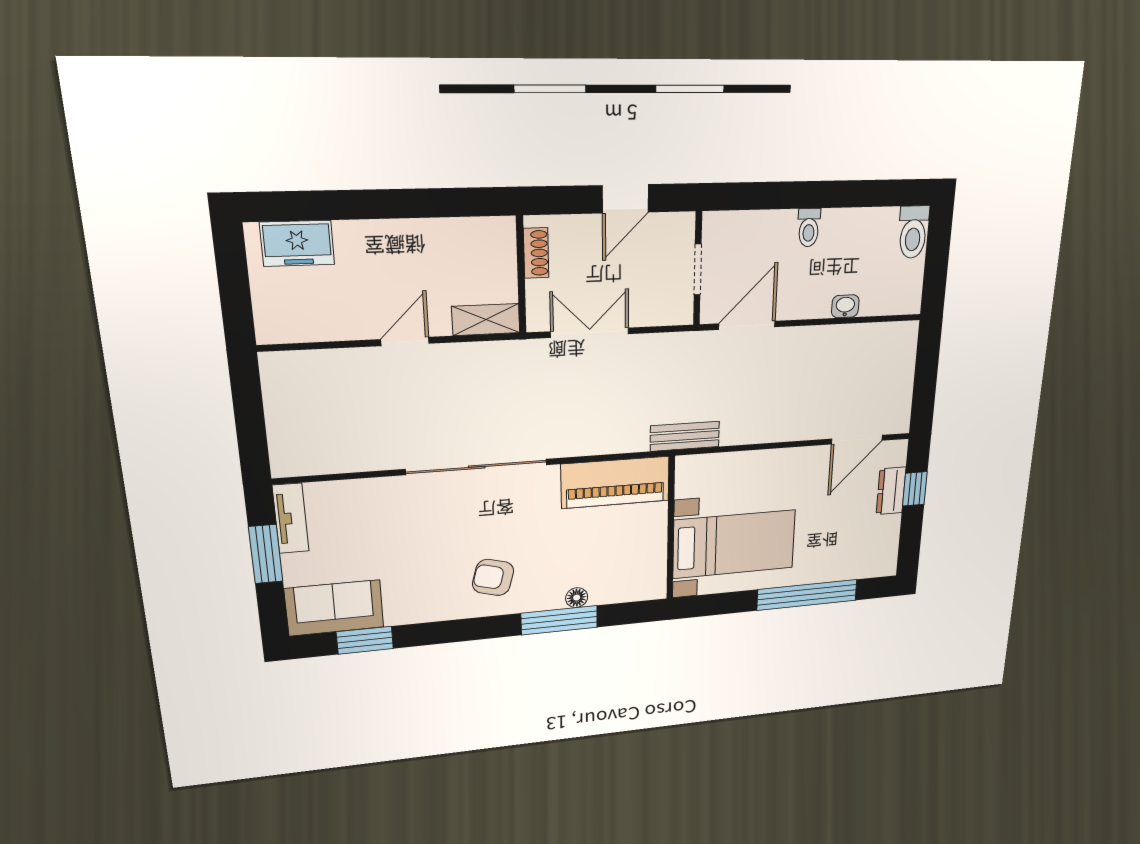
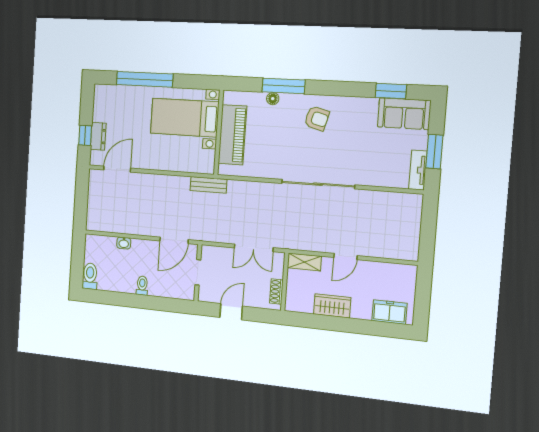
wardrobe: (418, 240) -> (332, 306), added
piano: (615, 482) -> (232, 135), moved, turned 90

